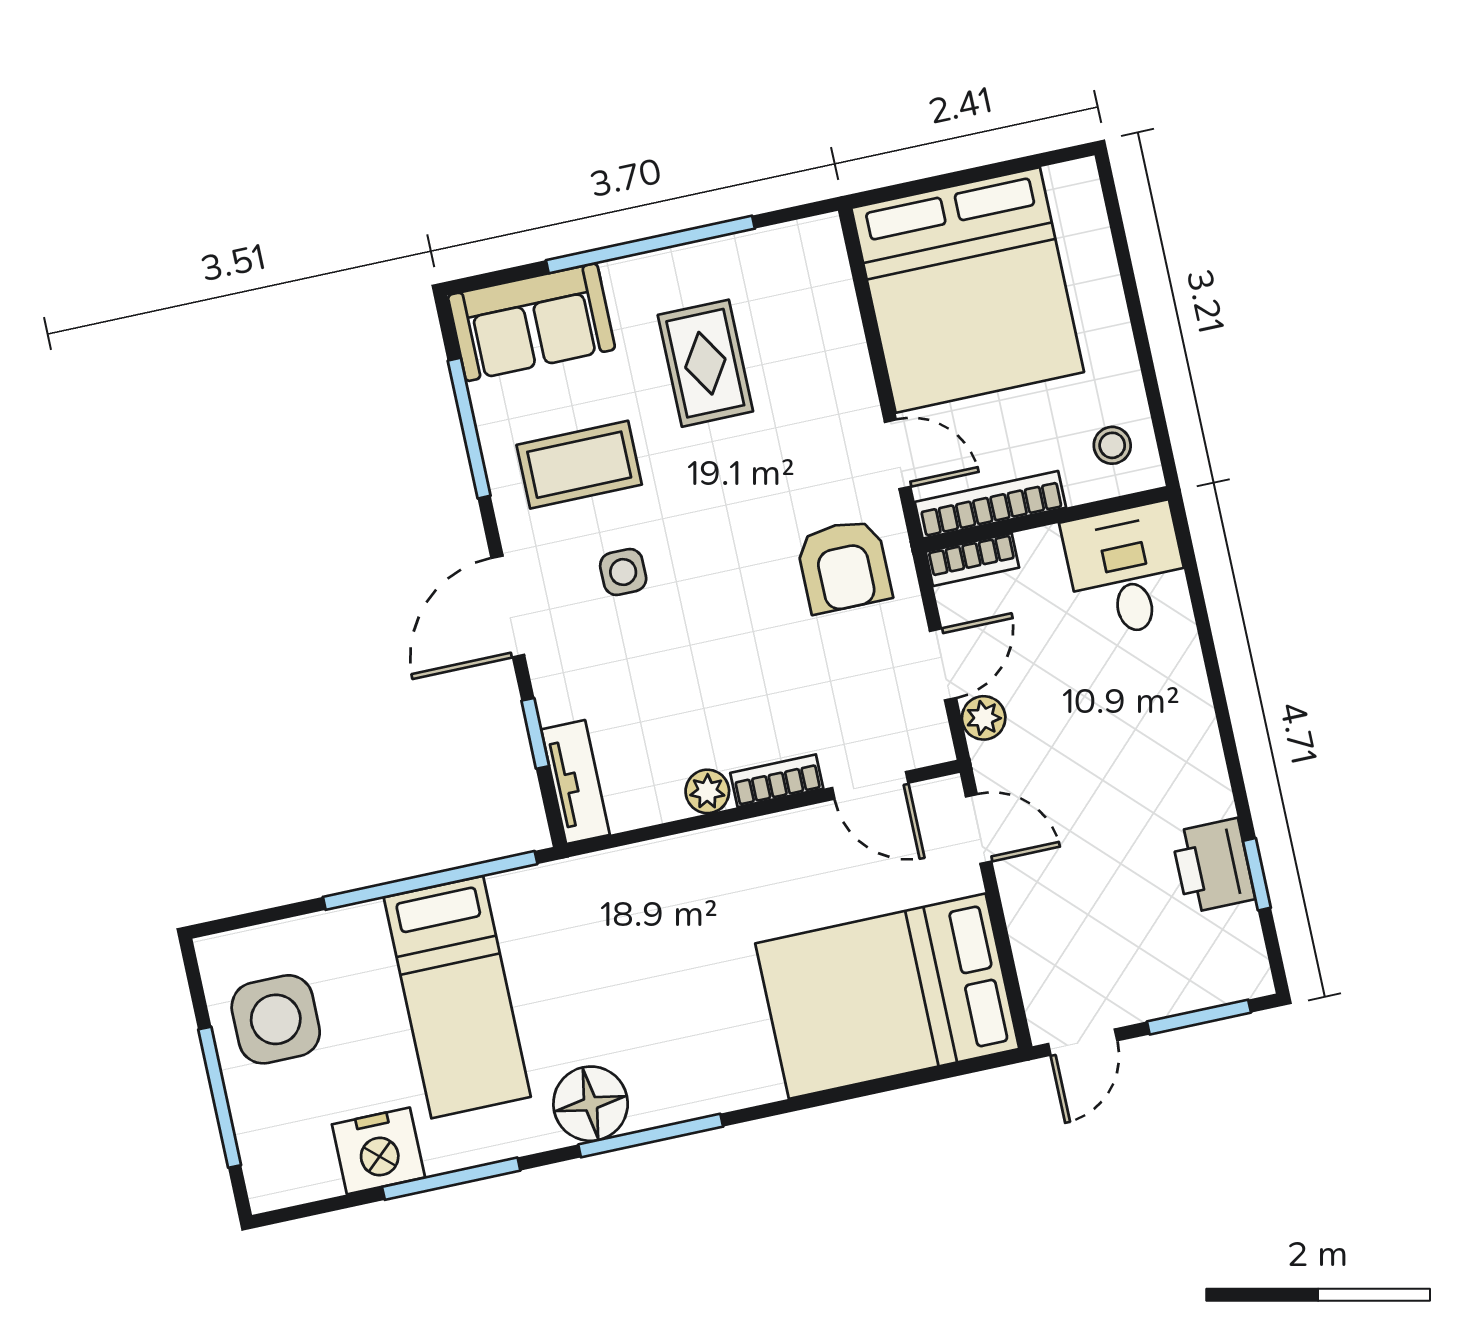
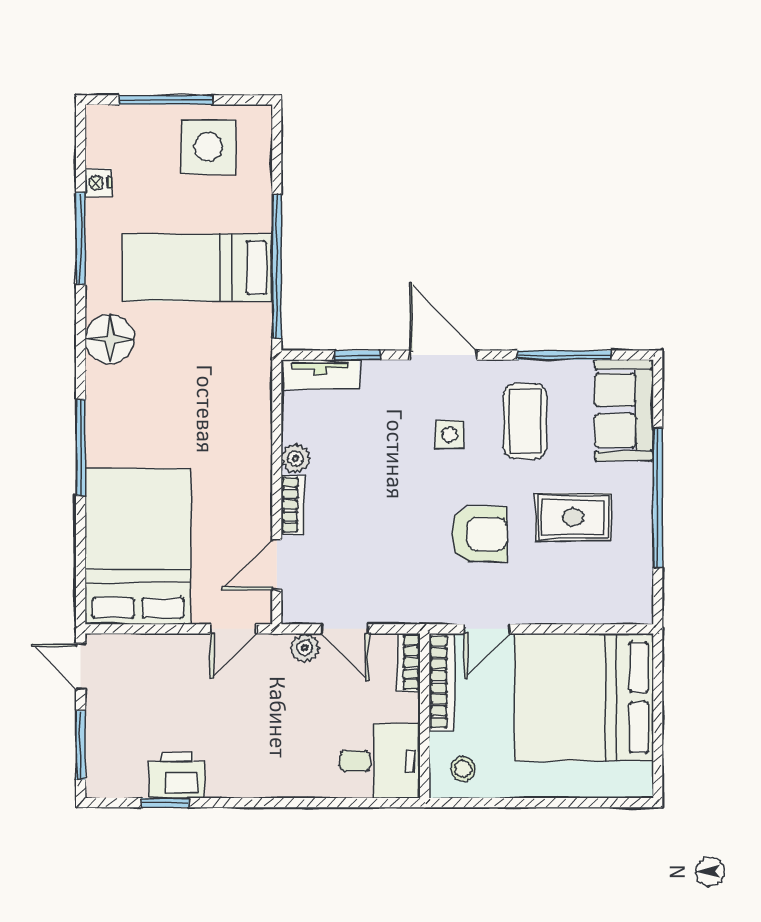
armchair: (844, 566) -> (479, 534), moved, turned 180
window: (651, 1136) -> (81, 447), moved
nightstand: (378, 1151) -> (98, 183), width x0.53, depth x0.56

